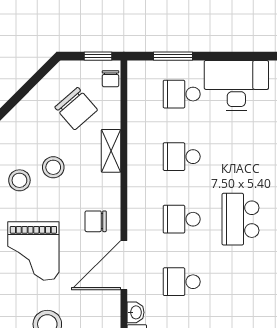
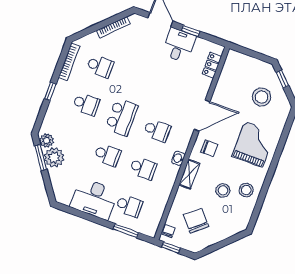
shelving: (111, 151) -> (189, 174), moved
school desk: (182, 282) -> (107, 155), moved
washbasin: (135, 312) -> (178, 158), moved

